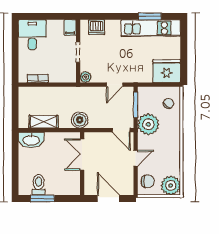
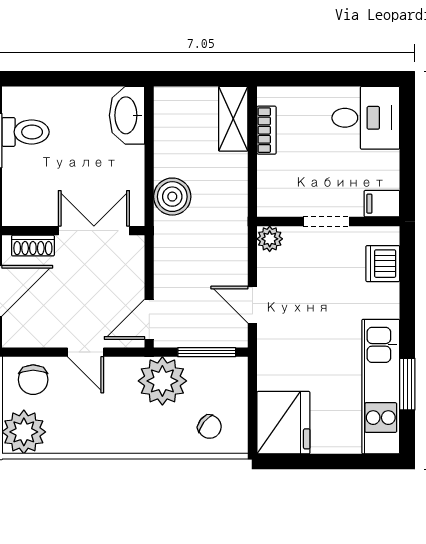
boiler: (80, 120) -> (172, 197), moved
shelving: (43, 122) -> (233, 119), moved
shoe rack: (89, 181) -> (33, 246), added

